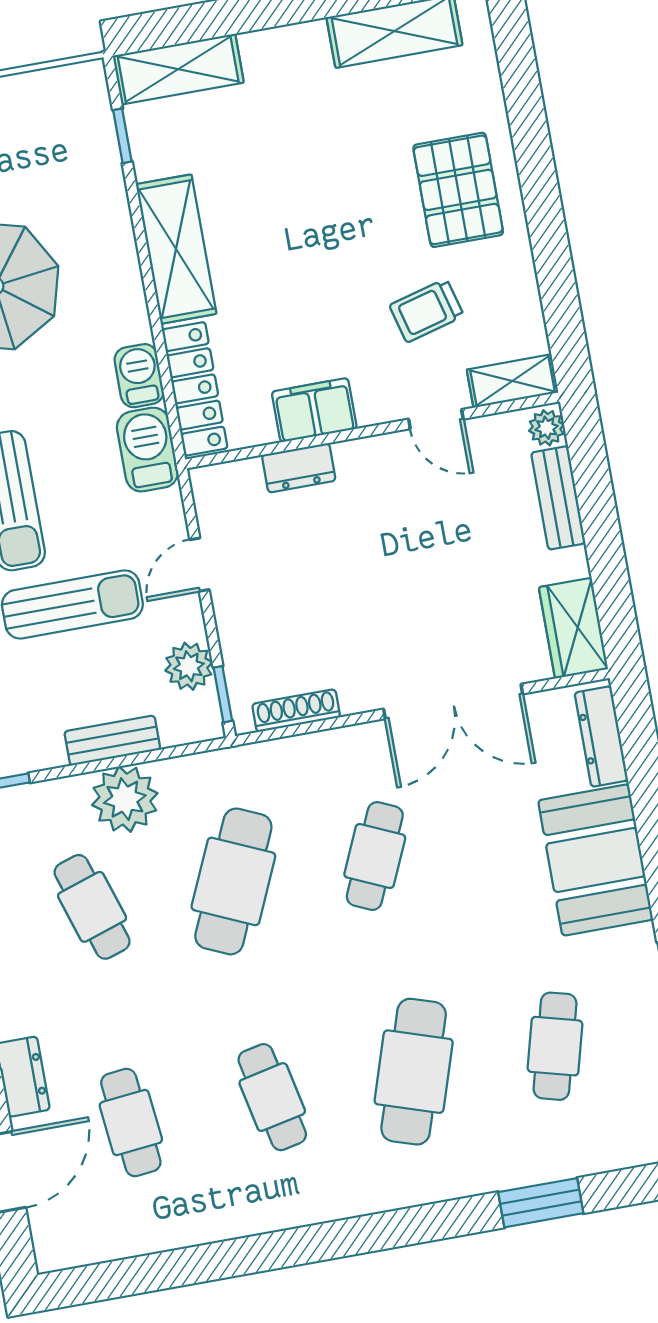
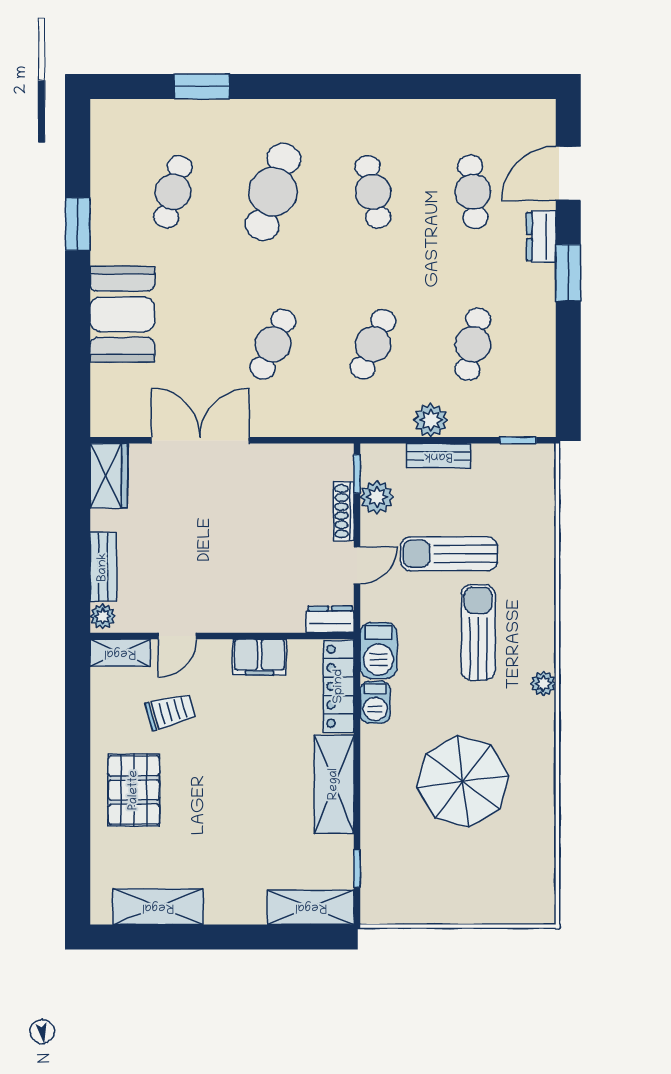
door: (436, 419) -> (177, 636), swing flipped
dresser: (299, 468) -> (330, 619), moved
shoe rack: (296, 711) -> (344, 511), moved, turned 90
dresser: (601, 737) -> (103, 398), removed
plant: (125, 799) -> (431, 420), width x0.73, depth x0.73
cafe table: (233, 881) -> (373, 344), width x0.73, depth x0.74
cafe table: (92, 907) -> (473, 344), turned 30

